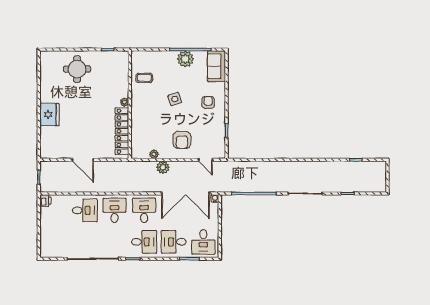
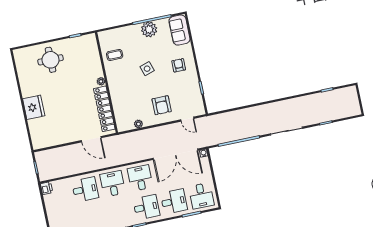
door: (83, 160) -> (91, 139), moved
plant: (163, 167) -> (149, 134), removed
desk: (174, 242) -> (174, 201), turned 180

